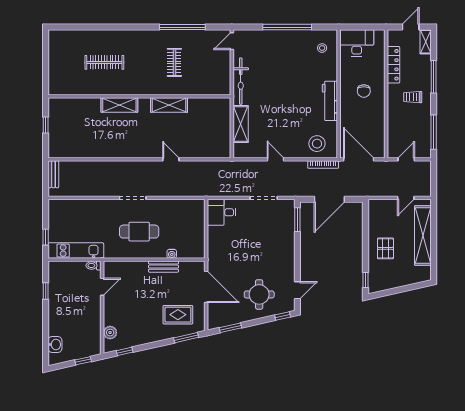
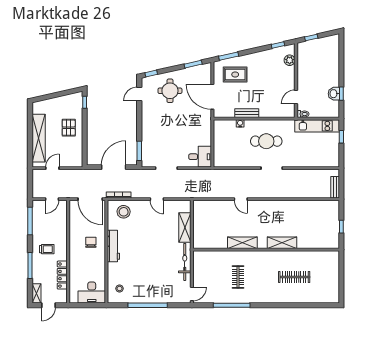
chair: (364, 91) -> (91, 242), moved
washbasin: (55, 345) -> (334, 94), moved

